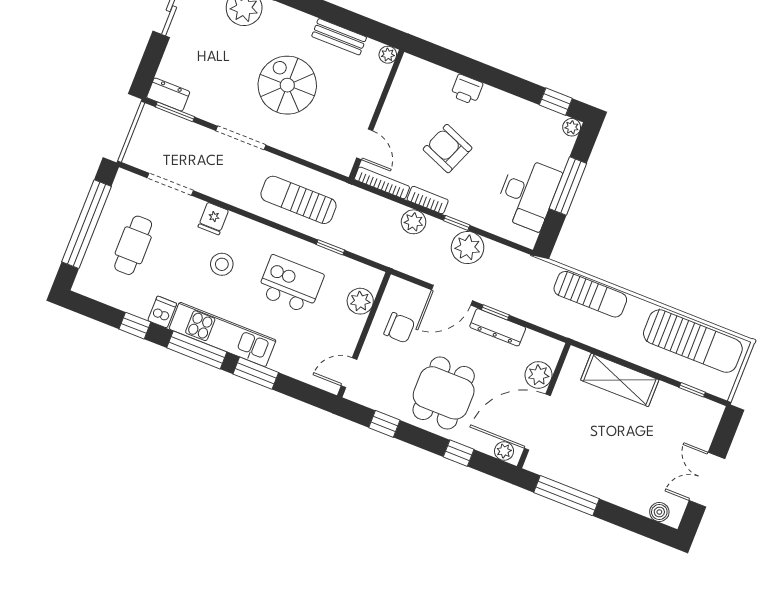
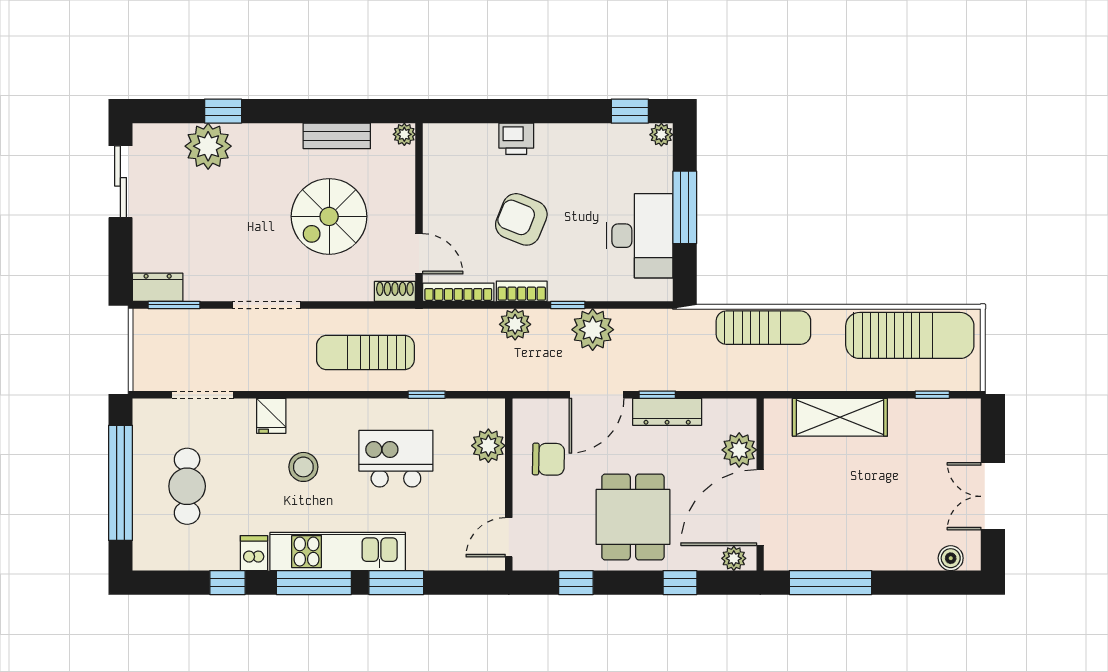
spiral stairs: (287, 85) -> (329, 216), moved, turned -90
shoe rack: (337, 164) -> (395, 291), added

